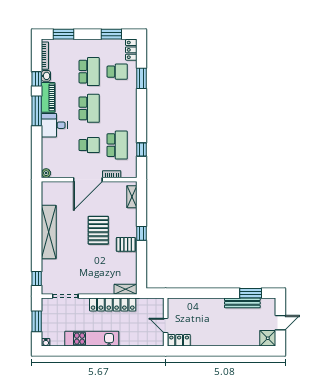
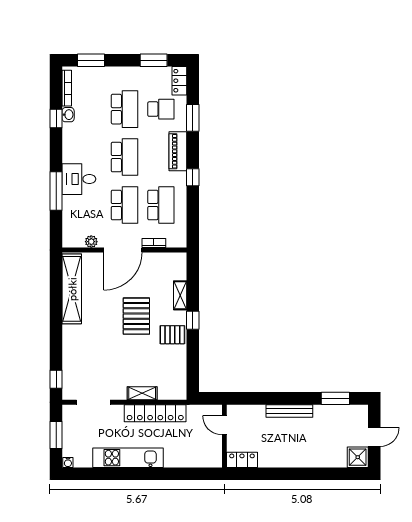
piano: (48, 97) -> (178, 151), moved, turned 180
window: (37, 111) -> (56, 191), moved
school desk: (89, 145) -> (124, 205), width x1.85
window: (141, 150) -> (193, 177), moved
plant: (46, 173) -> (91, 242), moved
shelving: (132, 197) -> (180, 295), moved
shelving: (49, 232) -> (72, 289), moved
shelving: (126, 289) -> (142, 393), moved
bench: (242, 303) -> (289, 411), moved
door: (166, 326) -> (224, 425), moved

